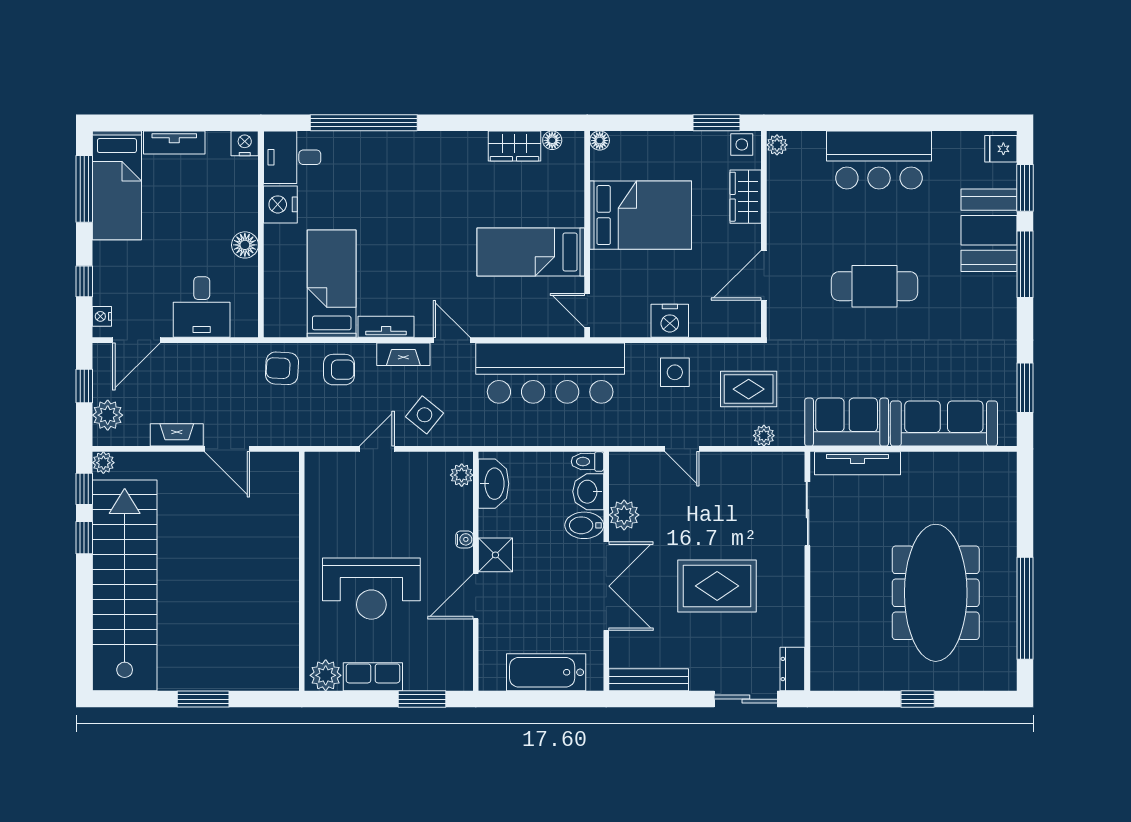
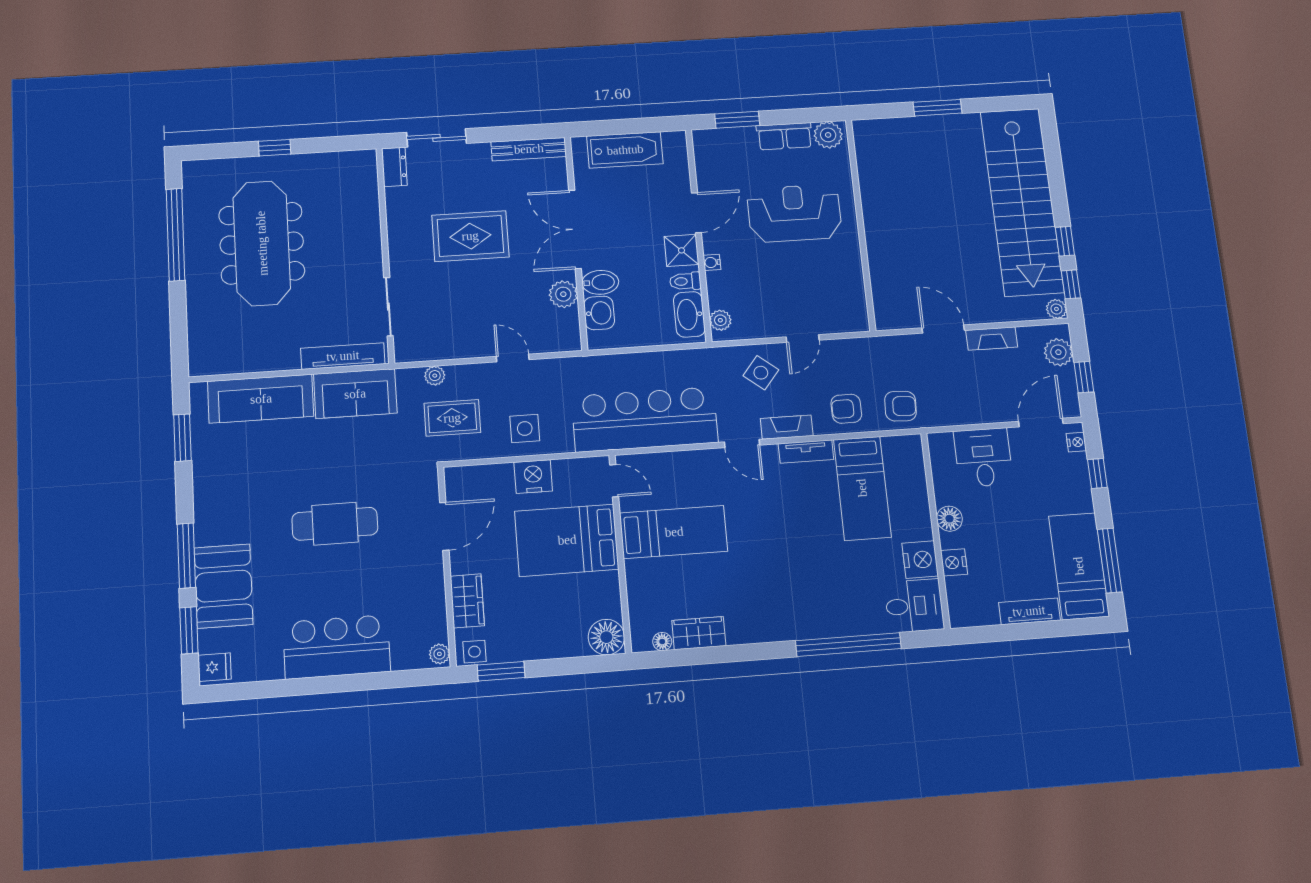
floor lamp: (600, 141) -> (606, 637), width x1.89, depth x1.89
nightstand: (245, 143) -> (954, 562), moved, turned 90
bed: (641, 215) -> (567, 540), moved
toilet: (587, 462) -> (685, 281), moved, turned 180

